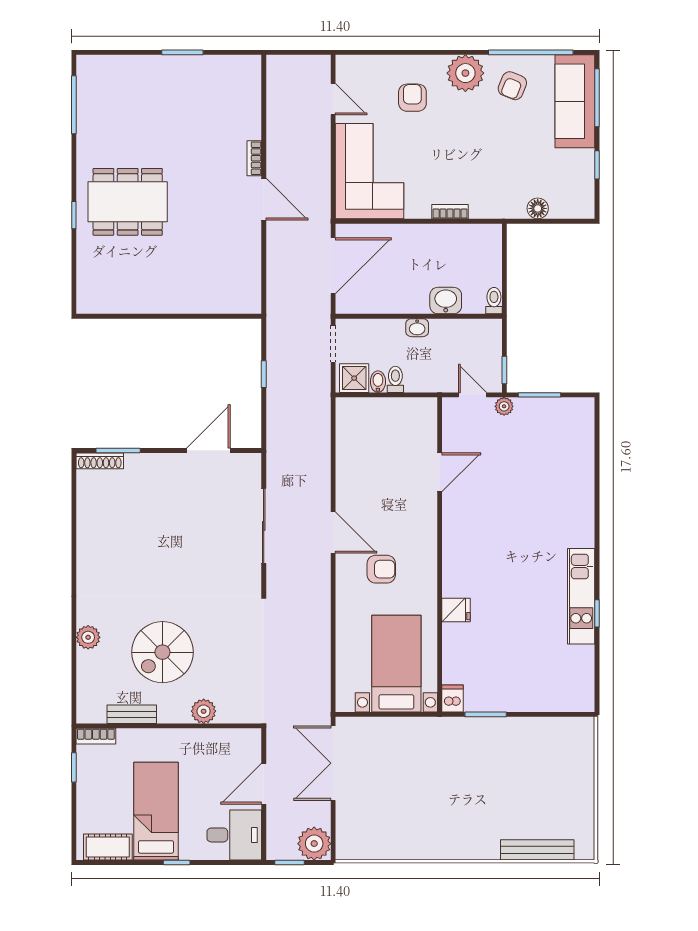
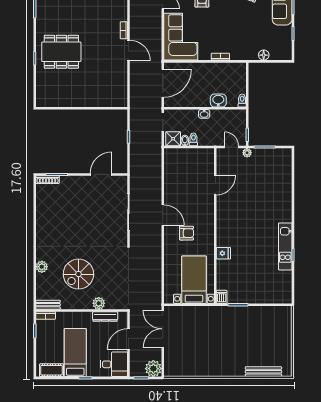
bench: (132, 714) -> (48, 305), moved
dresser: (216, 738) -> (105, 317), added

